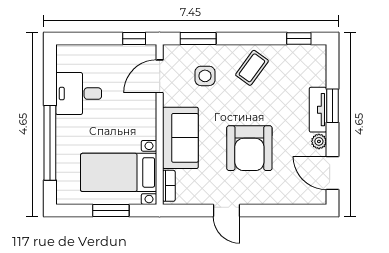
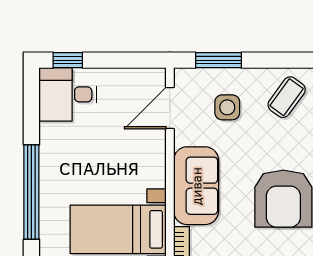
window: (134, 39) -> (68, 60), moved
desk: (79, 94) -> (68, 94), moved

